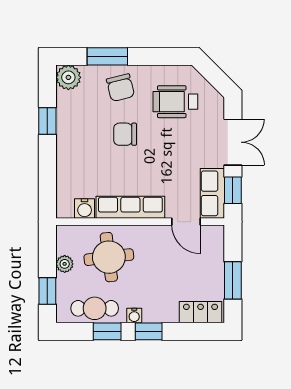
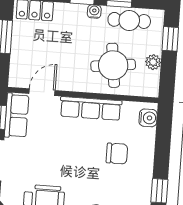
chair: (125, 134) -> (117, 154), moved
water cooler: (85, 209) -> (148, 118), moved, turned 90
door: (186, 222) -> (42, 92), hinge flipped

